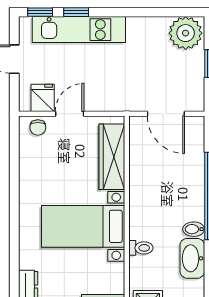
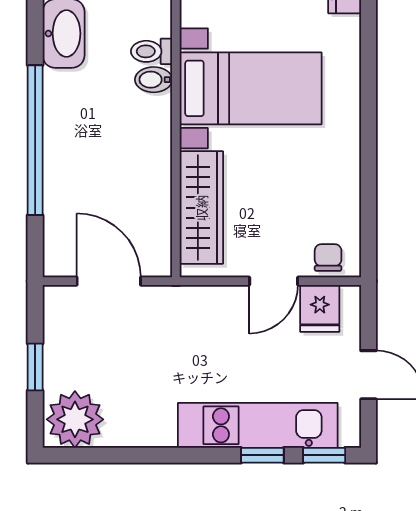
bidet: (194, 229) -> (154, 80), moved, turned 180

